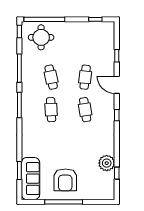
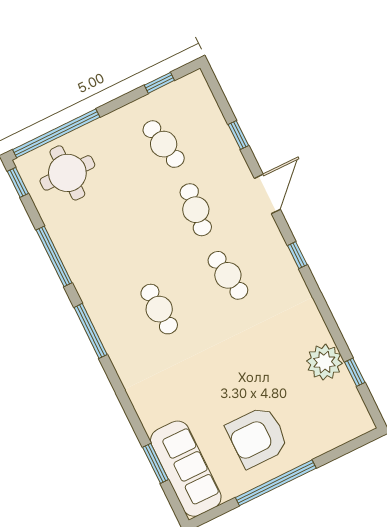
cafe table: (51, 77) -> (164, 144), moved
door: (117, 85) -> (267, 194), swing flipped
armchair: (65, 180) -> (257, 437), turned 90

